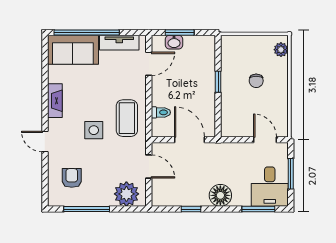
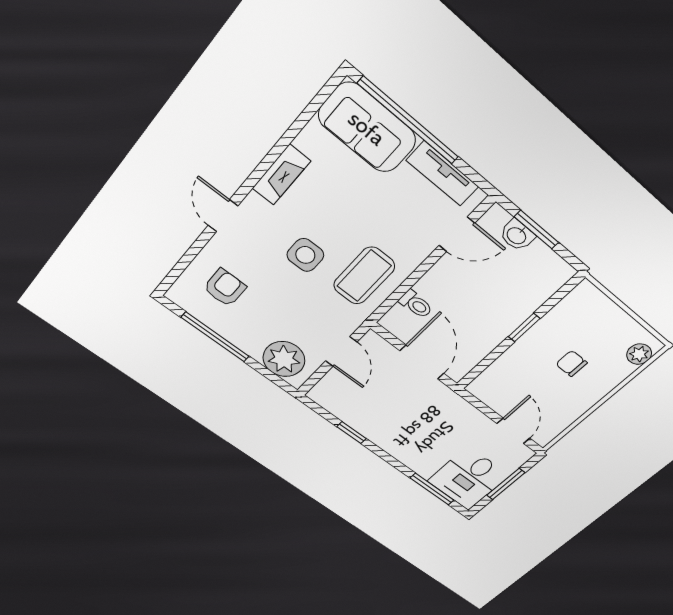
chair: (256, 81) -> (572, 363), turned 90
floor lamp: (220, 195) -> (401, 445), removed

